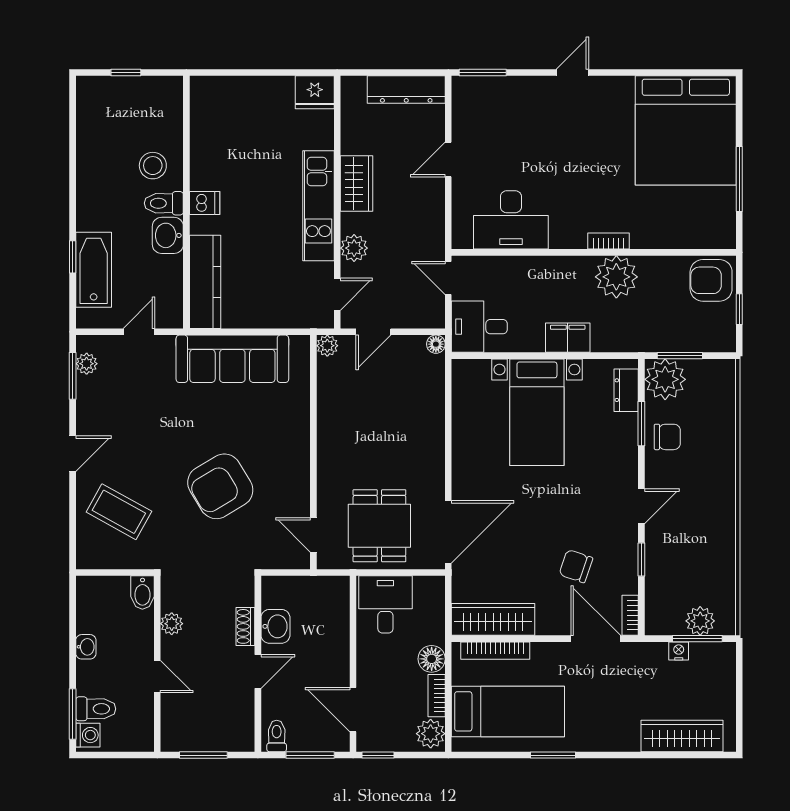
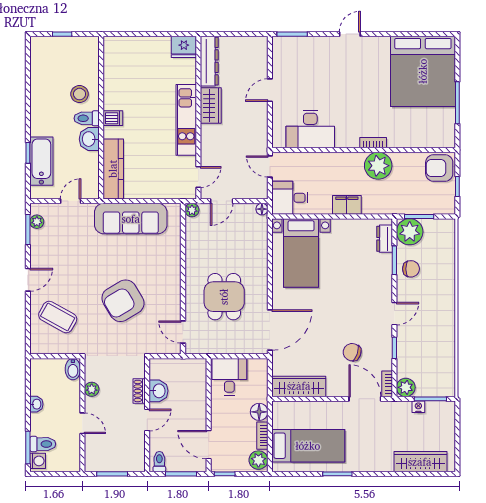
dresser: (406, 90) -> (209, 61), moved, turned -90
plant: (354, 248) -> (209, 147), removed
bed with nightstands: (537, 412) -> (301, 253), moved
dining table: (379, 526) -> (224, 297), moved
plant: (700, 621) -> (406, 387), moved
bookcase: (495, 651) -> (300, 407), removed

